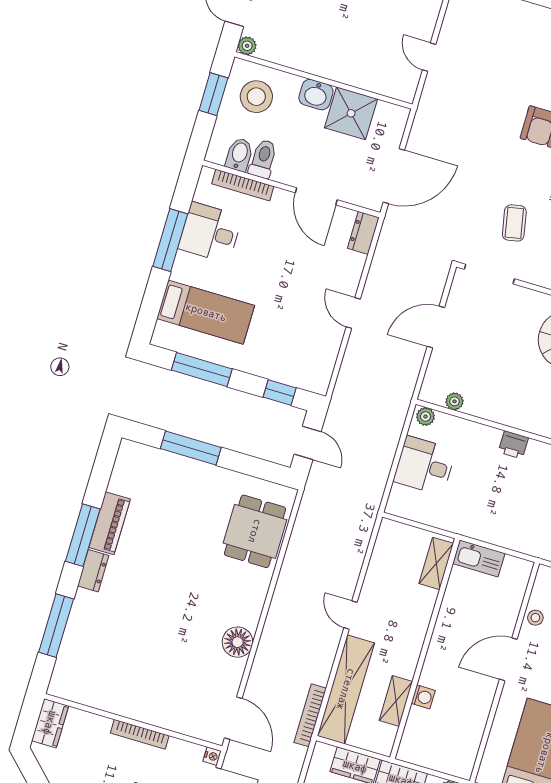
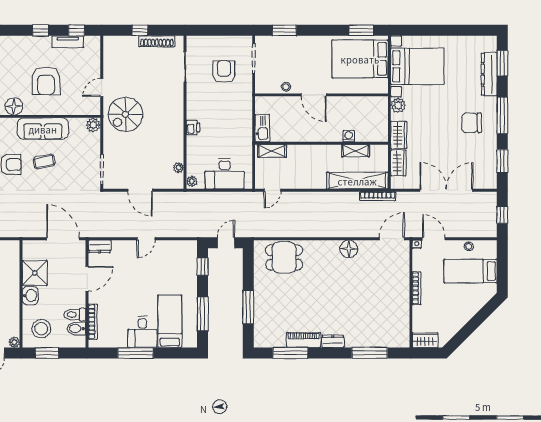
coffee table: (514, 223) -> (44, 161), moved
desk: (210, 232) -> (142, 332), moved
desk: (425, 466) -> (225, 174), width x1.37
window: (83, 535) -> (290, 353), moved
door: (350, 615) -> (272, 190), moved

